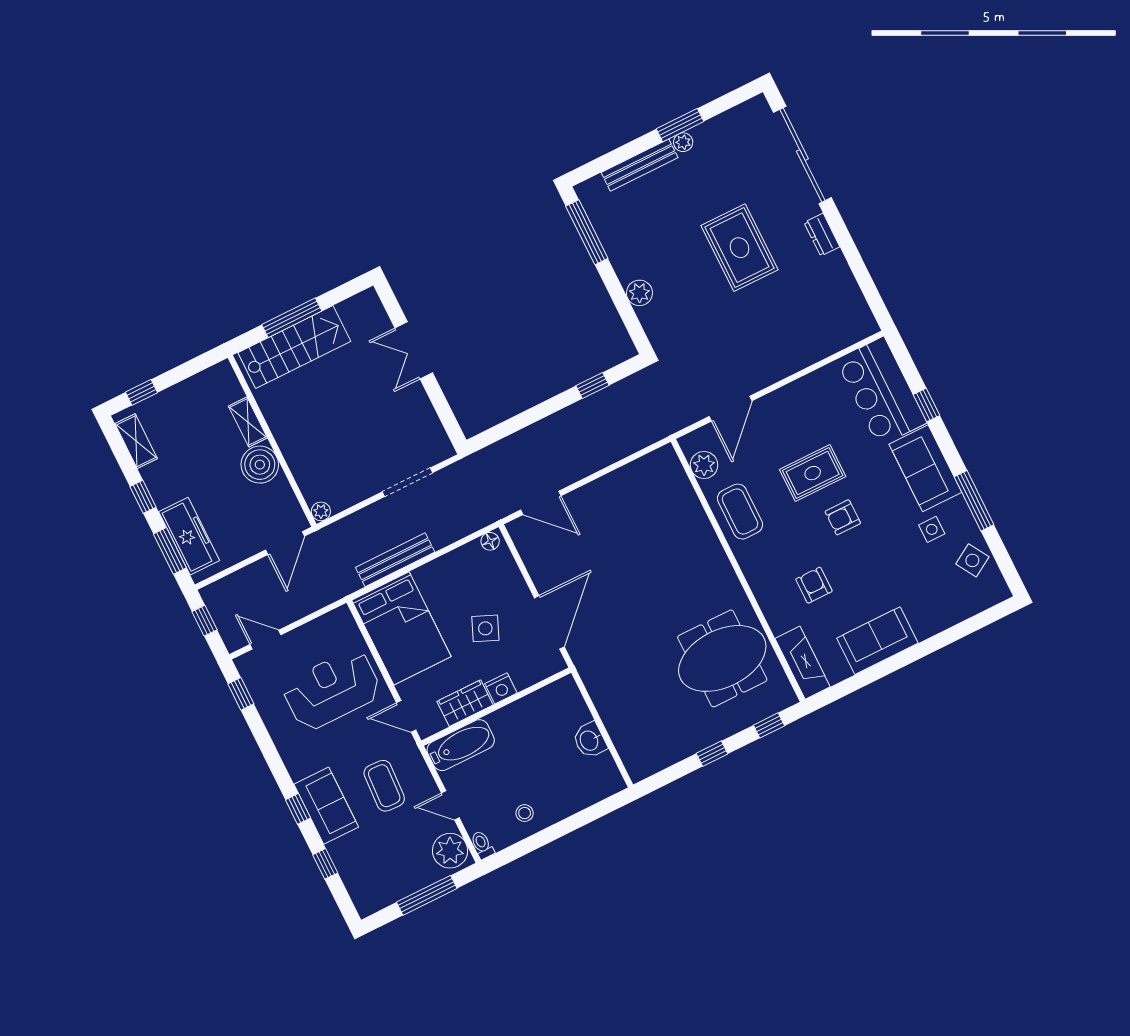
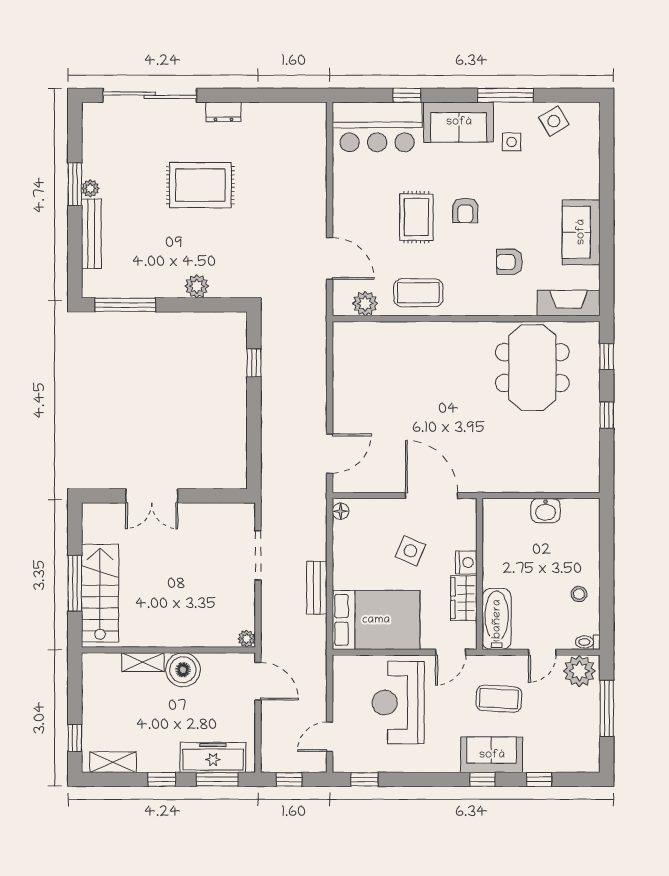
bench: (395, 560) -> (317, 588), width x0.73

